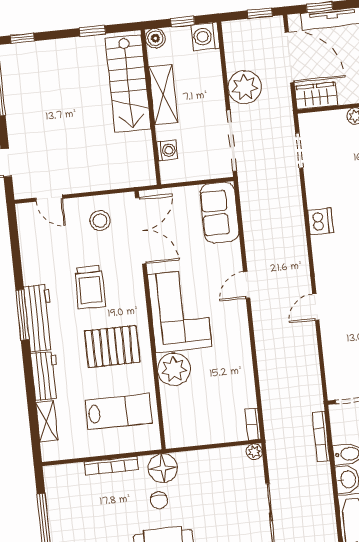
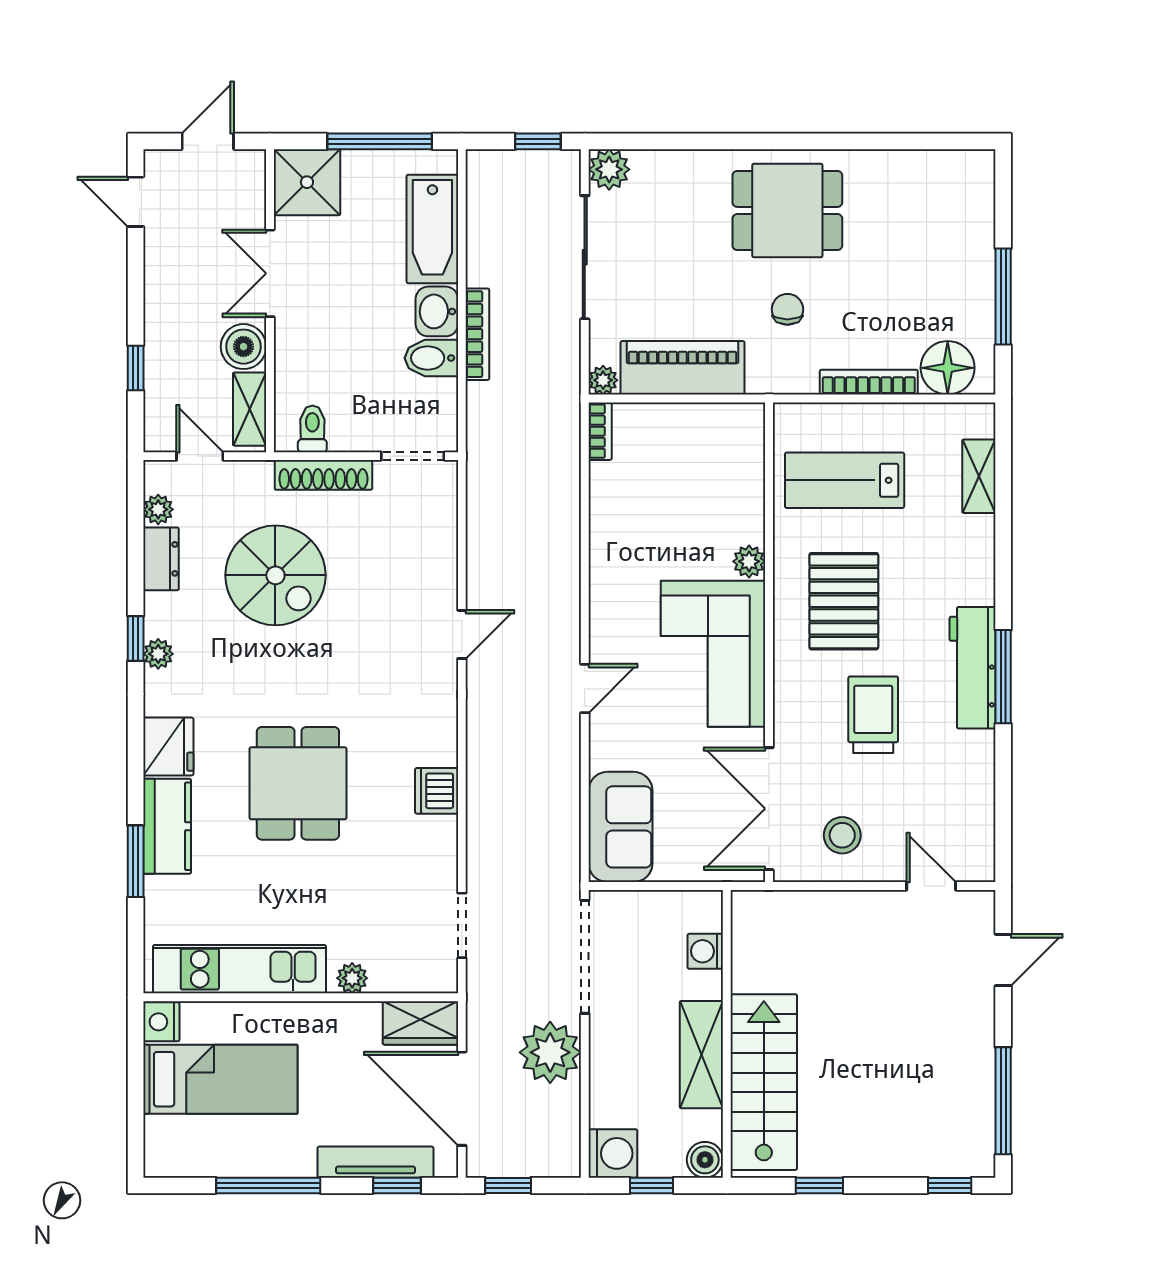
pallet: (112, 346) -> (844, 601), turned 90
plant: (174, 369) -> (749, 561), width x0.53, depth x0.53
workbench: (45, 376) -> (973, 560), removed
bookcase: (321, 437) -> (477, 334), moved
piano: (212, 463) -> (683, 368), added
floor lamp: (163, 468) -> (948, 368), moved

